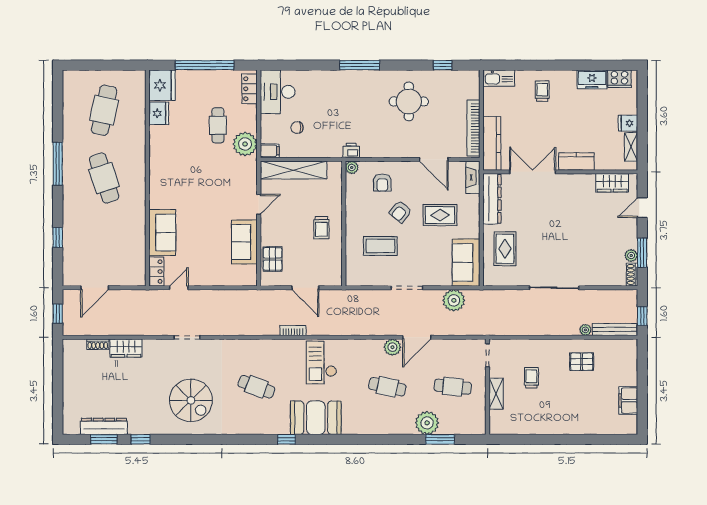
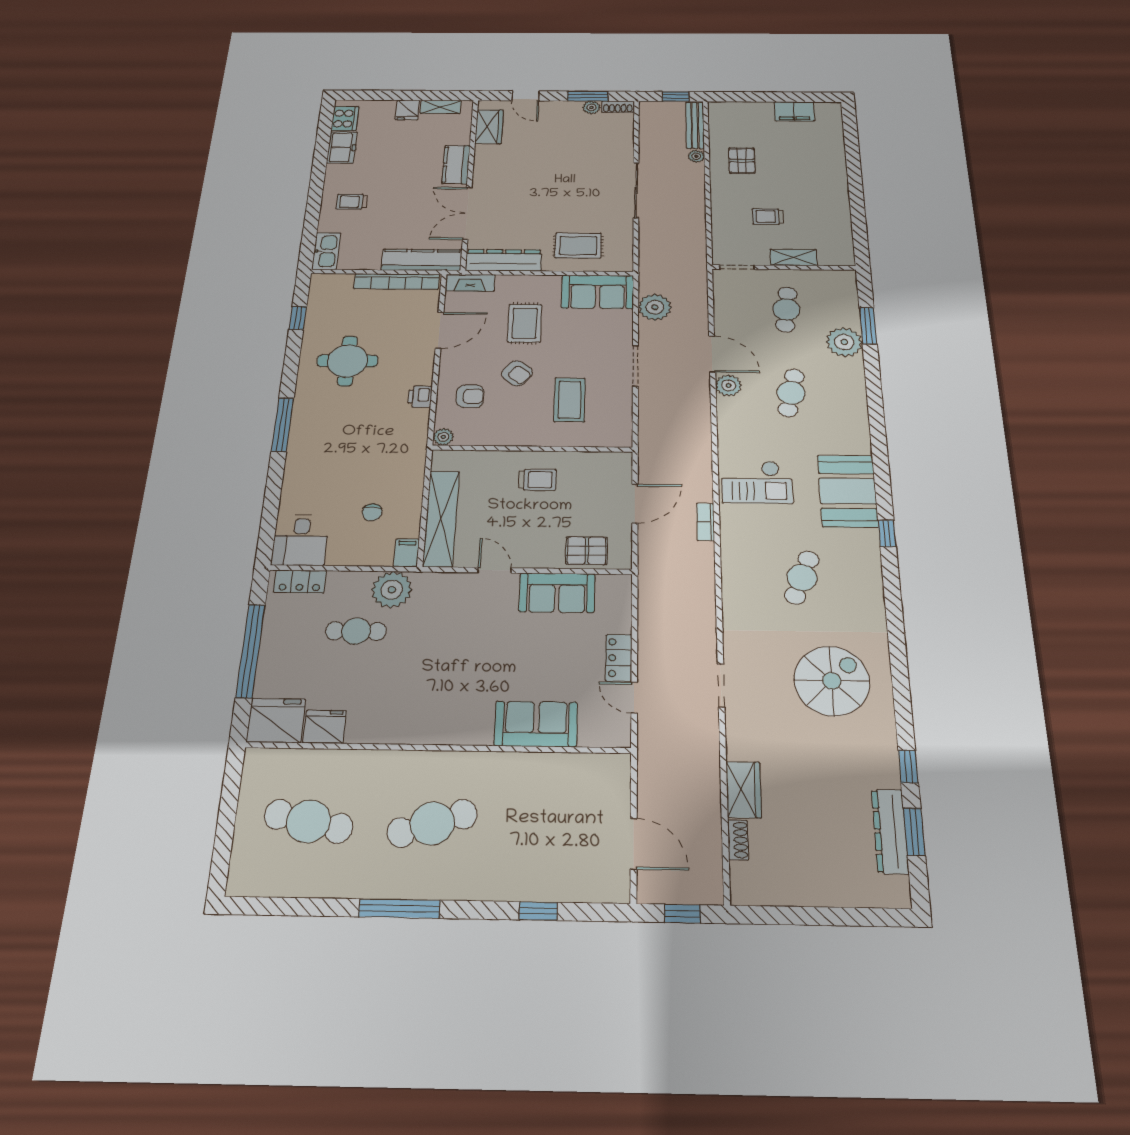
desk: (278, 92) -> (300, 540), width x0.73
printer: (351, 150) -> (420, 397), moved
locker: (156, 272) -> (619, 658), moved, turned -90

